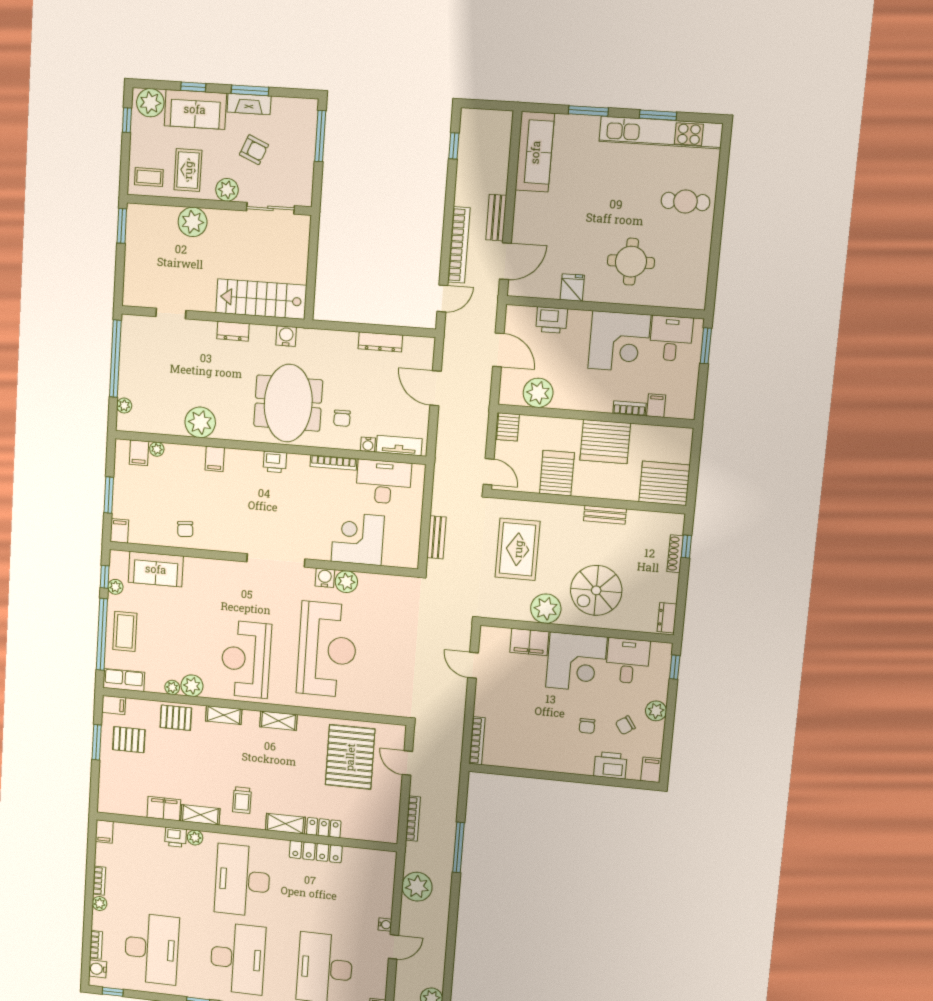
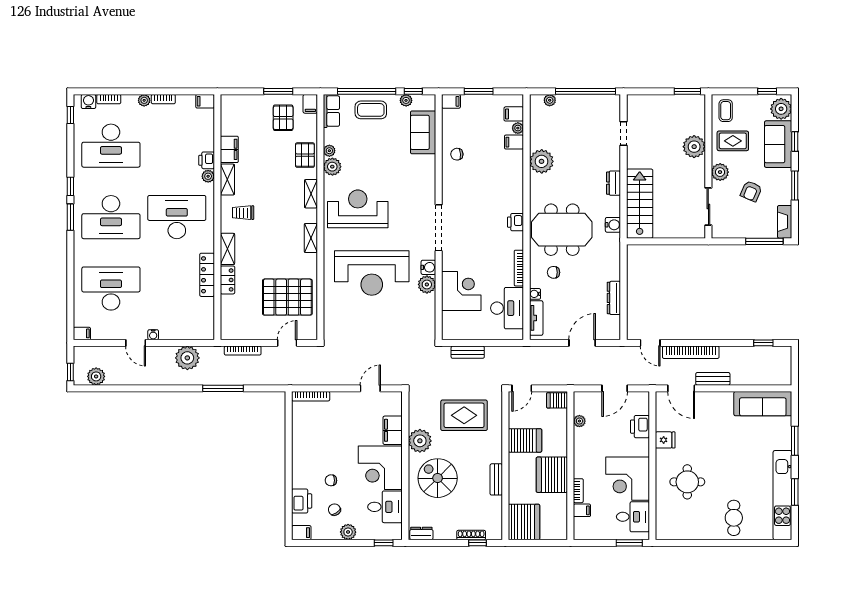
fireplace: (249, 104) -> (785, 222), moved
plant: (538, 393) -> (579, 421), width x0.53, depth x0.53
filing cabinet: (215, 459) -> (514, 142), moved

